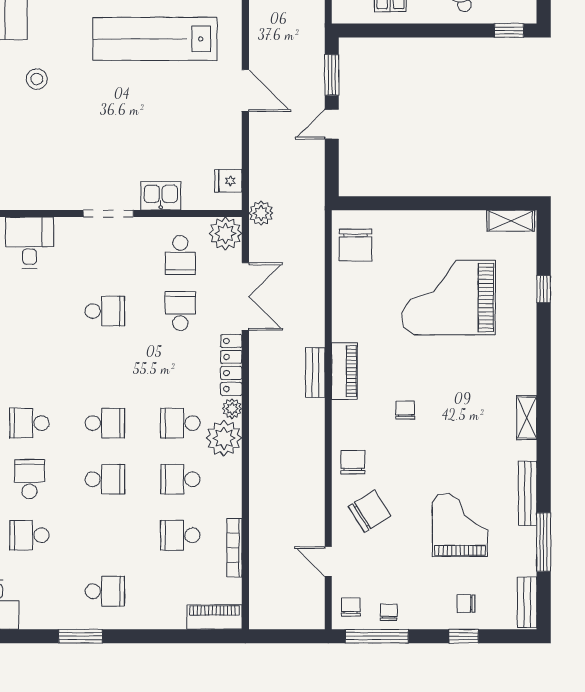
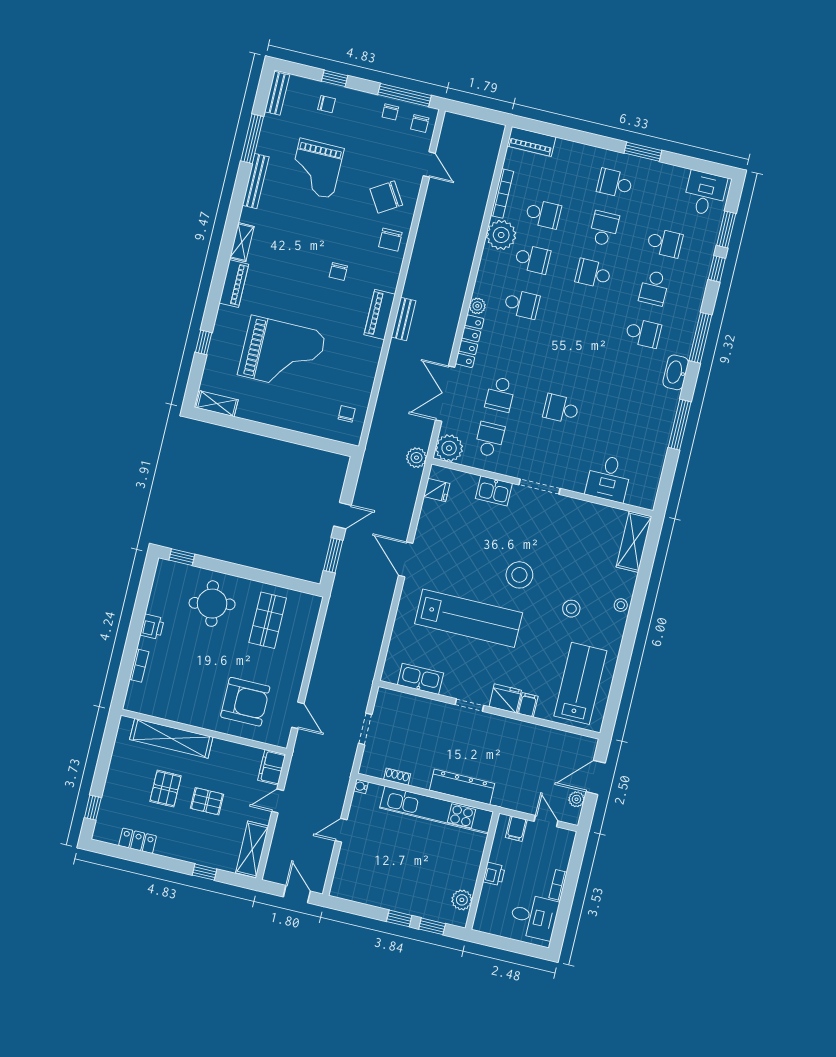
stool: (107, 104) -> (519, 575), added
chair: (355, 245) -> (347, 414), width x0.54, depth x0.54
piano: (525, 367) -> (234, 284), added
school desk: (105, 423) -> (604, 228), moved, turned 90
plant: (224, 438) -> (501, 235), moved

